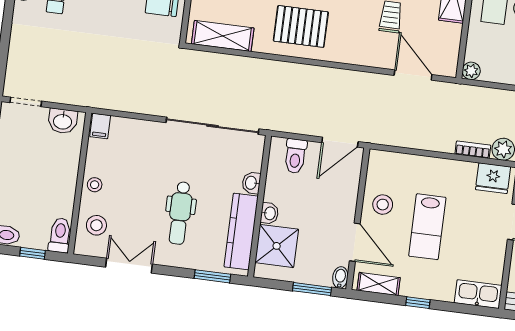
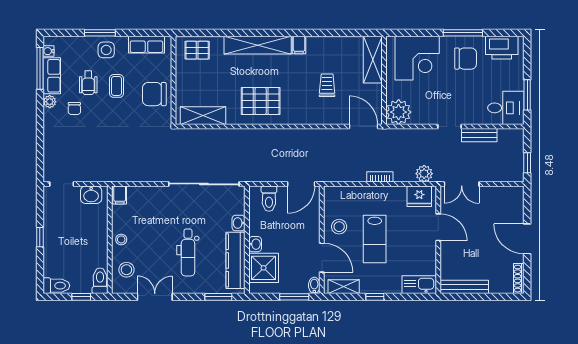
plant: (471, 71) -> (399, 112), width x1.88, depth x1.88
door: (413, 75) -> (363, 127), moved
bookcase: (473, 150) -> (380, 177), moved

